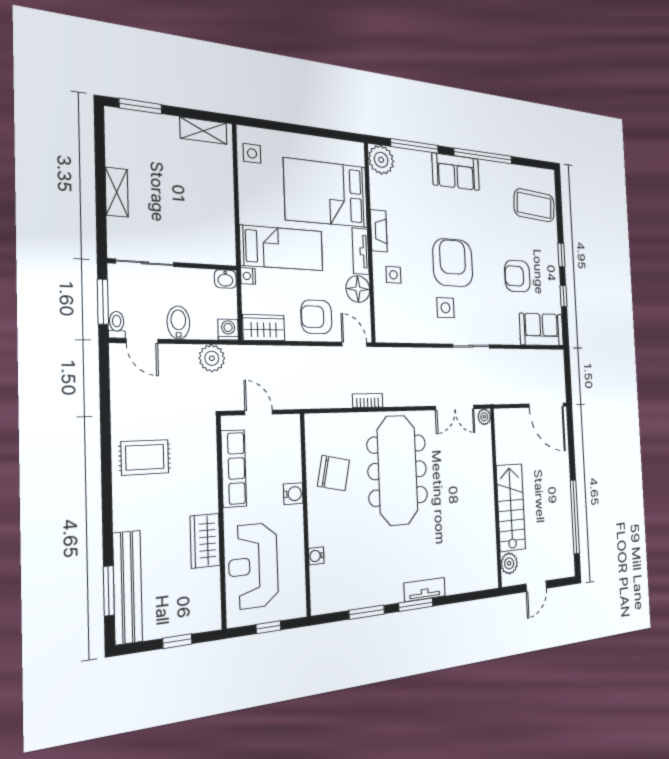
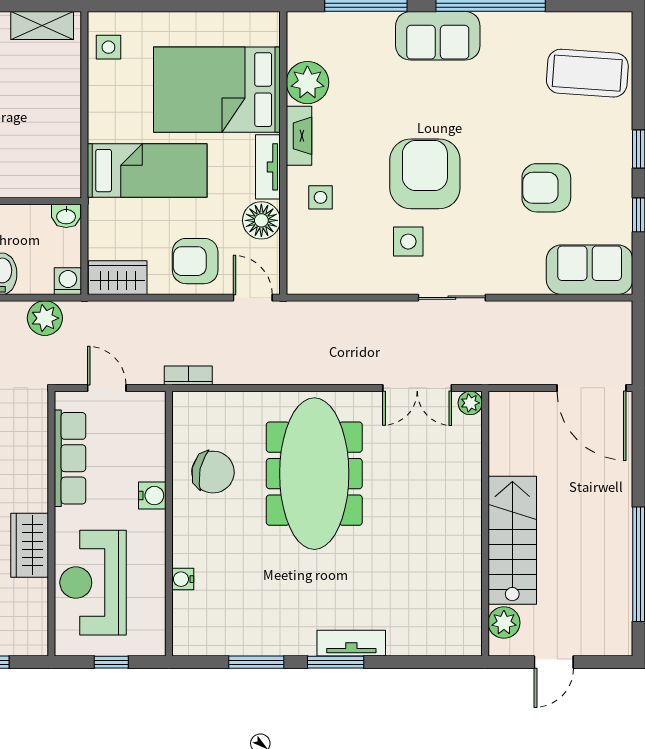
plant: (381, 160) -> (307, 83), moved
nightstand: (248, 276) -> (98, 211), removed
bookcase: (368, 401) -> (188, 375), moved

